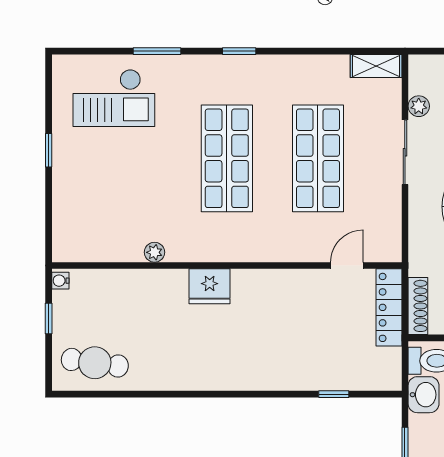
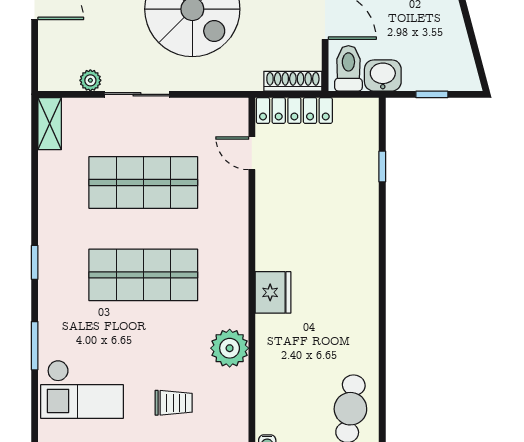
checkout: (114, 98) -> (82, 389), turned 90
trolley: (101, 188) -> (174, 403), added
plant: (155, 252) -> (230, 348), width x1.88, depth x1.88

